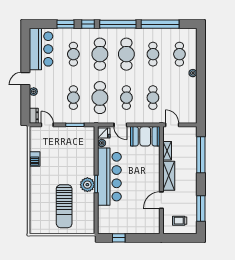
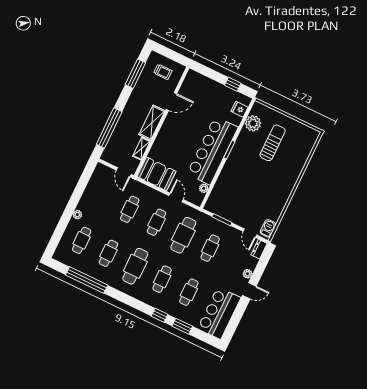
window: (118, 24) -> (129, 301), removed
cafe table: (100, 54) -> (162, 279), width x0.73, depth x0.74
fridge: (104, 133) -> (239, 109), moved
barbecue: (35, 159) -> (268, 228), moved
plant: (87, 185) -> (253, 123), moved
sun lounger: (64, 206) -> (273, 143), width x0.73, depth x0.75

